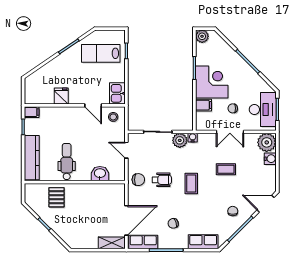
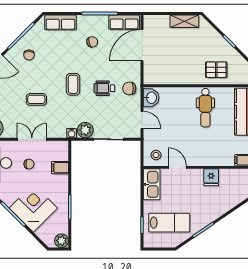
corner desk: (212, 82) -> (33, 208), moved, turned 135
kitchen sink: (117, 93) -> (152, 184), width x1.38
washbasin: (100, 174) -> (151, 98), moved, turned -90
pallet: (57, 197) -> (216, 70), turned 90
shelving: (112, 243) -> (184, 21), moved

